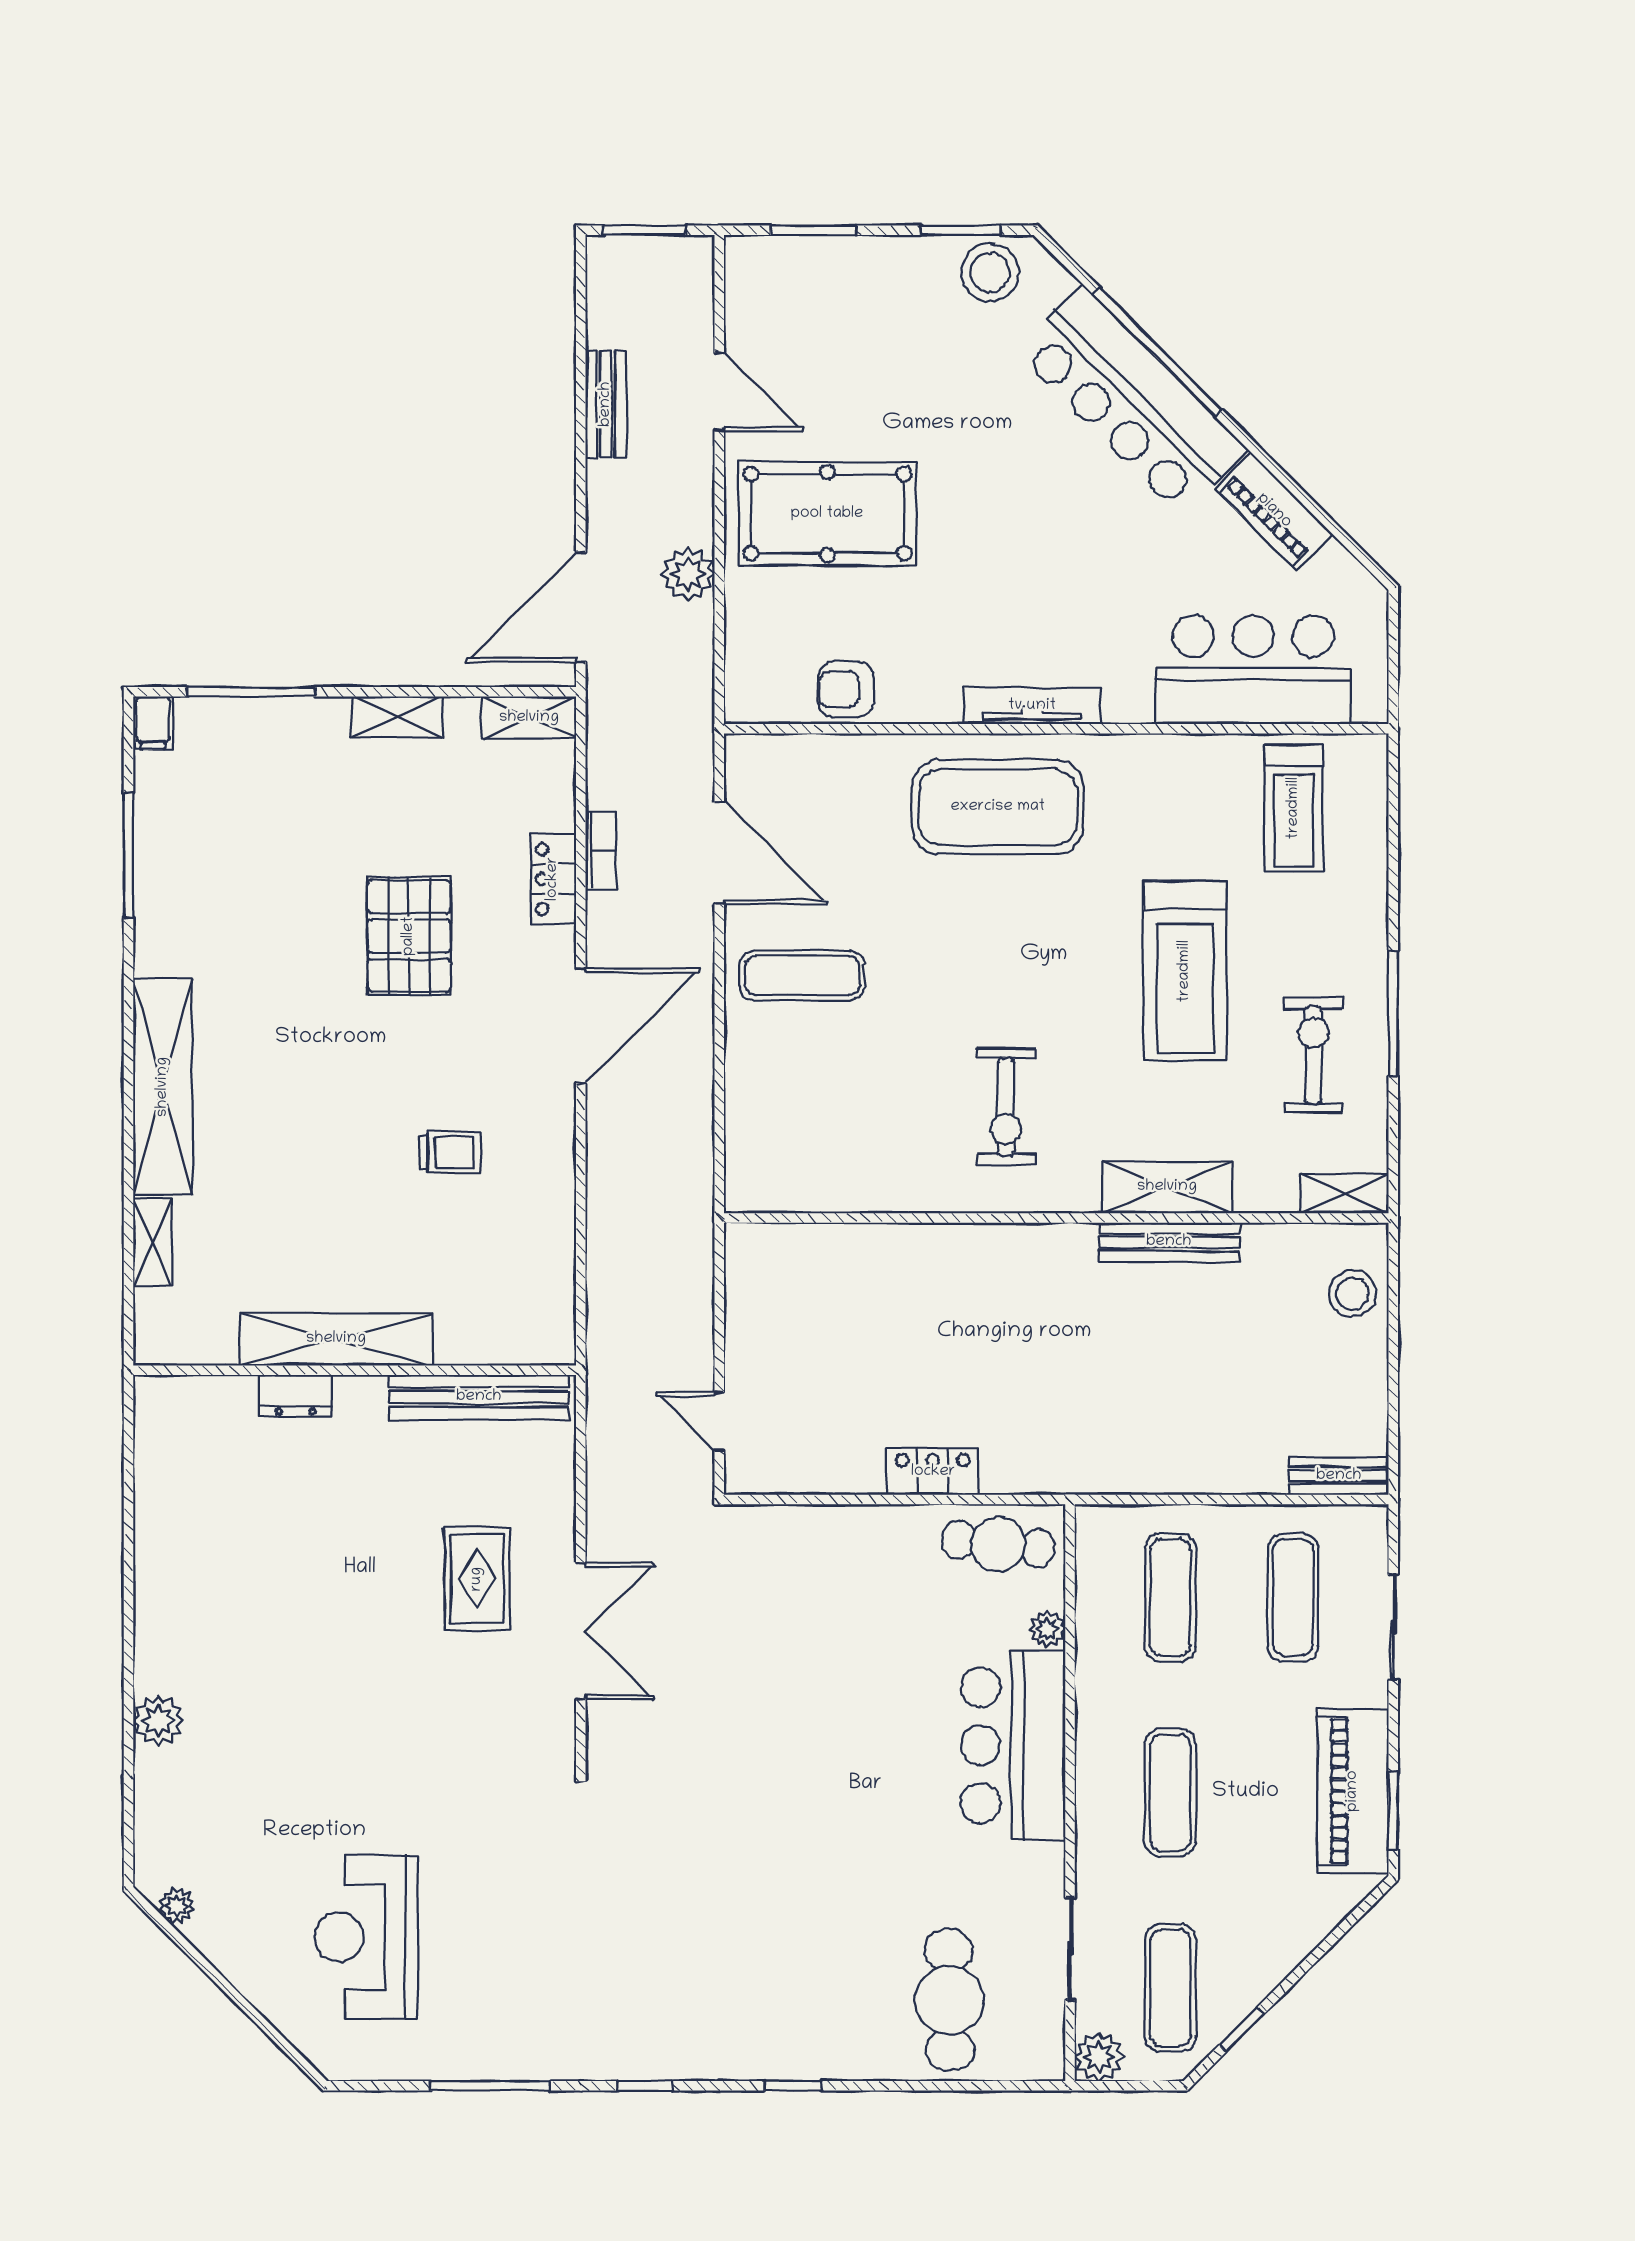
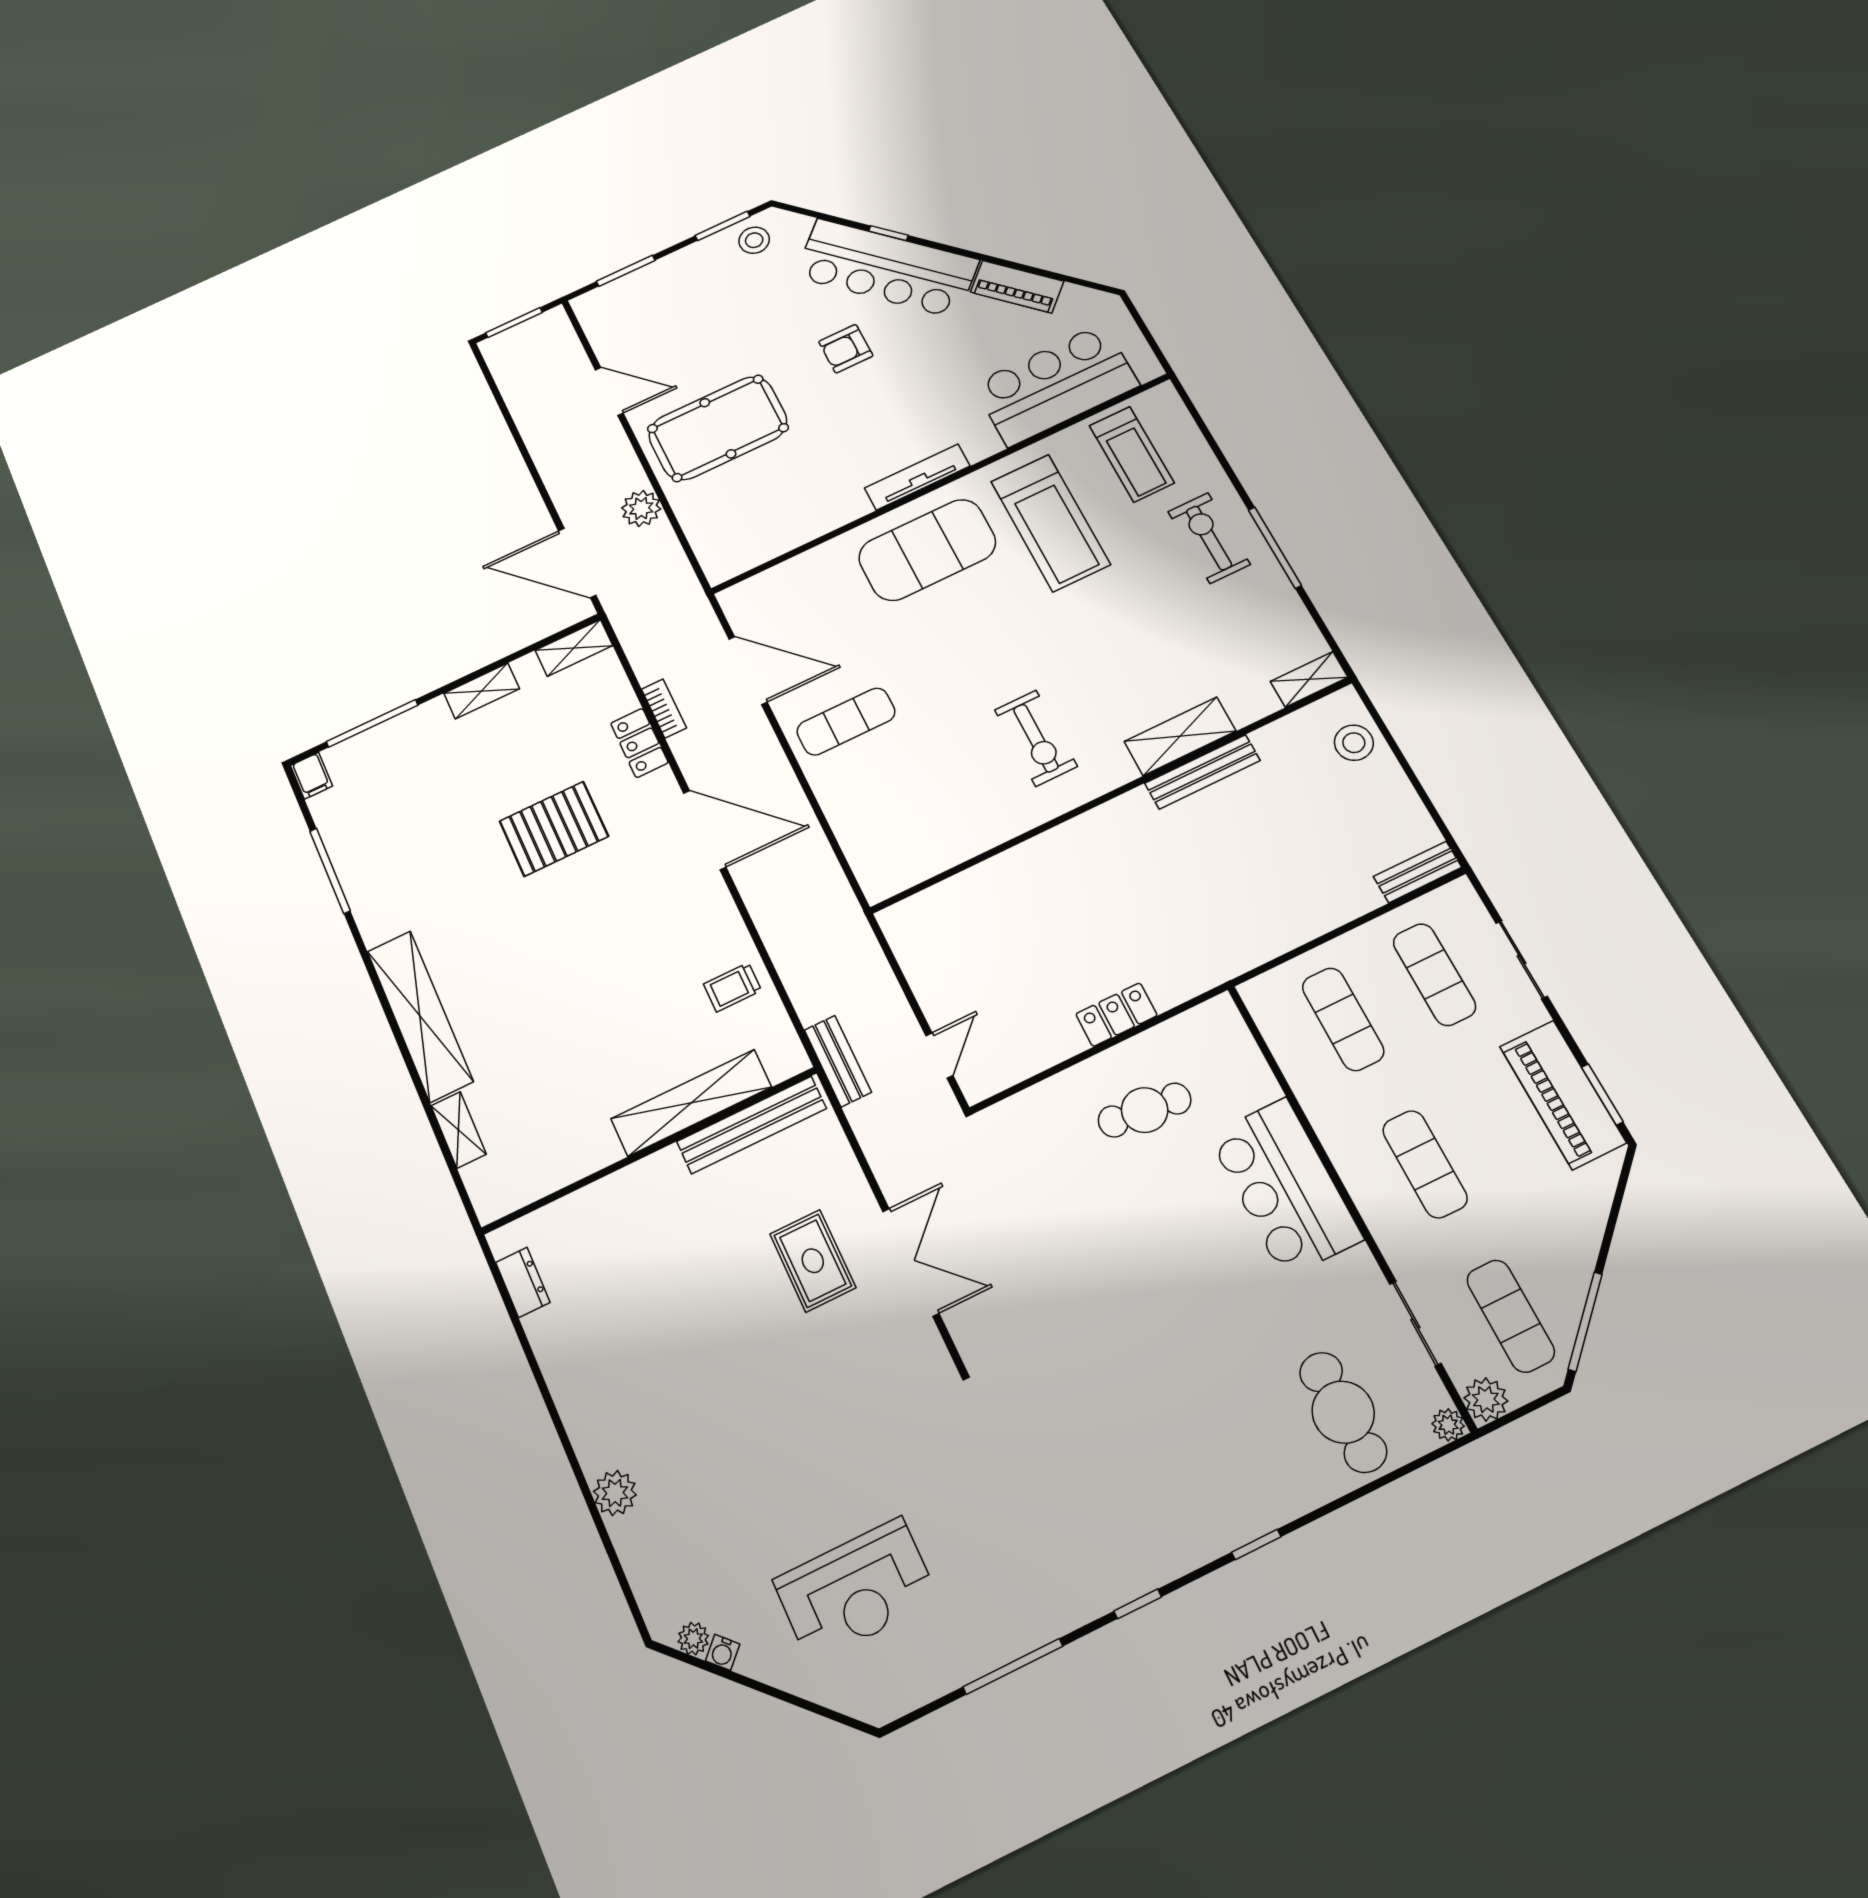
stool: (990, 272) -> (754, 240), width x0.73, depth x0.73
window: (1157, 352) -> (888, 233), width x0.32
bench: (606, 404) -> (838, 1061), moved
door: (581, 607) -> (577, 563), hinge flipped
armchair: (846, 690) -> (846, 349), moved
pallet: (409, 936) -> (554, 829), turned 90
treadmill: (1185, 971) -> (1051, 523), moved
door: (581, 1026) -> (705, 830), hinge flipped
exercise bike: (1313, 1055) -> (1209, 538), moved
trolley: (450, 1152) -> (732, 987), moved, turned 180
shelving: (336, 1339) -> (691, 1103), moved
dresser: (296, 1396) -> (523, 1282), moved, turned -90
door: (719, 1421) -> (939, 1055), swing flipped
cafe table: (998, 1544) -> (1145, 1110), moved
plant: (1047, 1629) -> (1448, 1425), moved
water cooler: (201, 1933) -> (723, 1652), added
reception desk: (366, 1937) -> (856, 1590), turned -90
window: (1242, 2030) -> (1585, 1322), width x2.17

